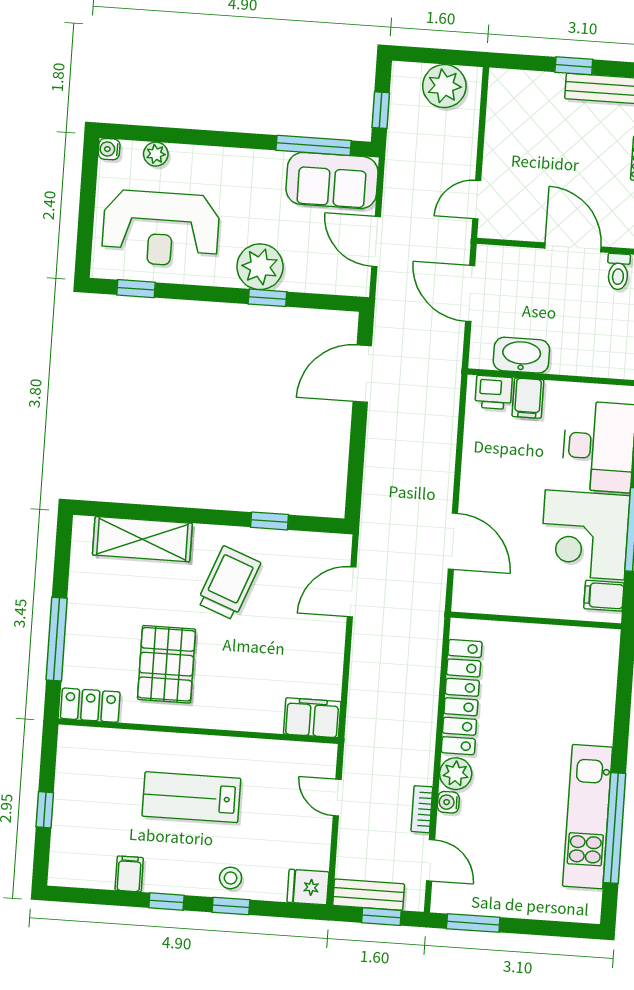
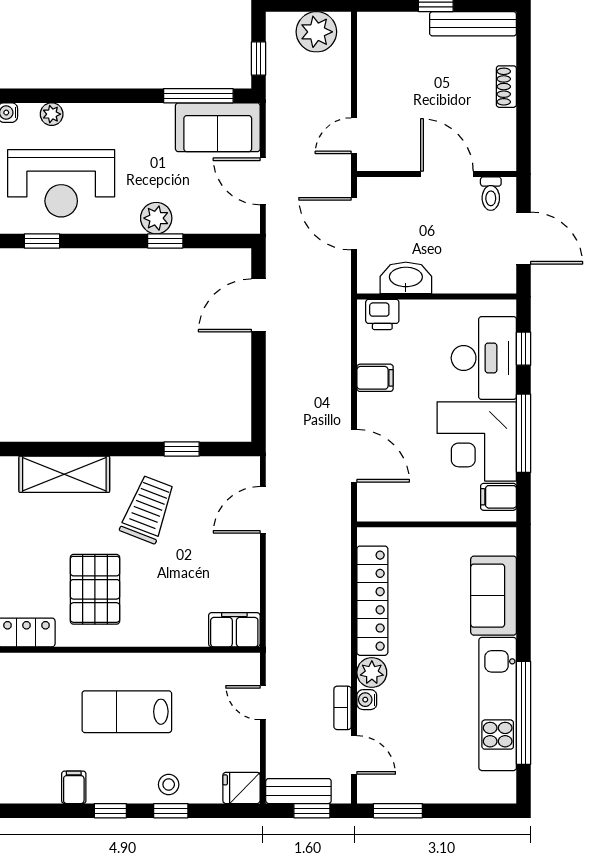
plant: (260, 267) -> (156, 218), width x0.73, depth x0.73
filing cabinet: (528, 398) -> (375, 378), moved, turned -90
sofa: (591, 701) -> (494, 596), added

